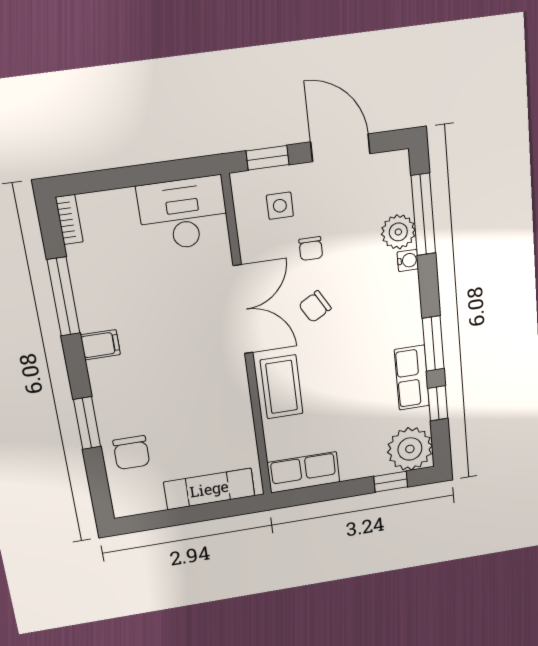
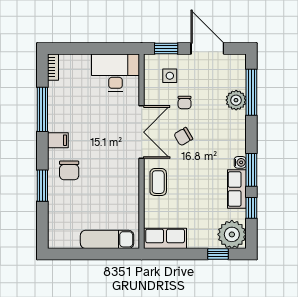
water cooler: (408, 260) -> (240, 162), moved
coffee table: (282, 387) -> (158, 182), width x0.73, depth x0.77
chair: (131, 453) -> (69, 170), moved

